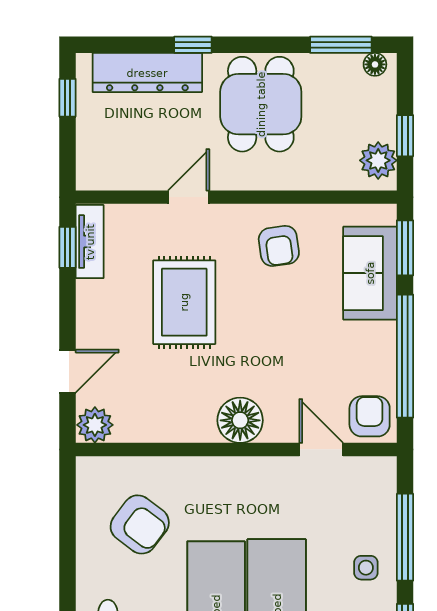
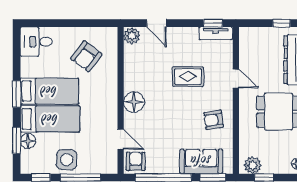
rug: (184, 302) -> (188, 77), width x0.73, depth x0.70
armchair: (370, 416) -> (136, 161), turned -90
door: (321, 449) -> (121, 139), hinge flipped
side table: (366, 568) -> (67, 160), width x1.87, depth x1.87

